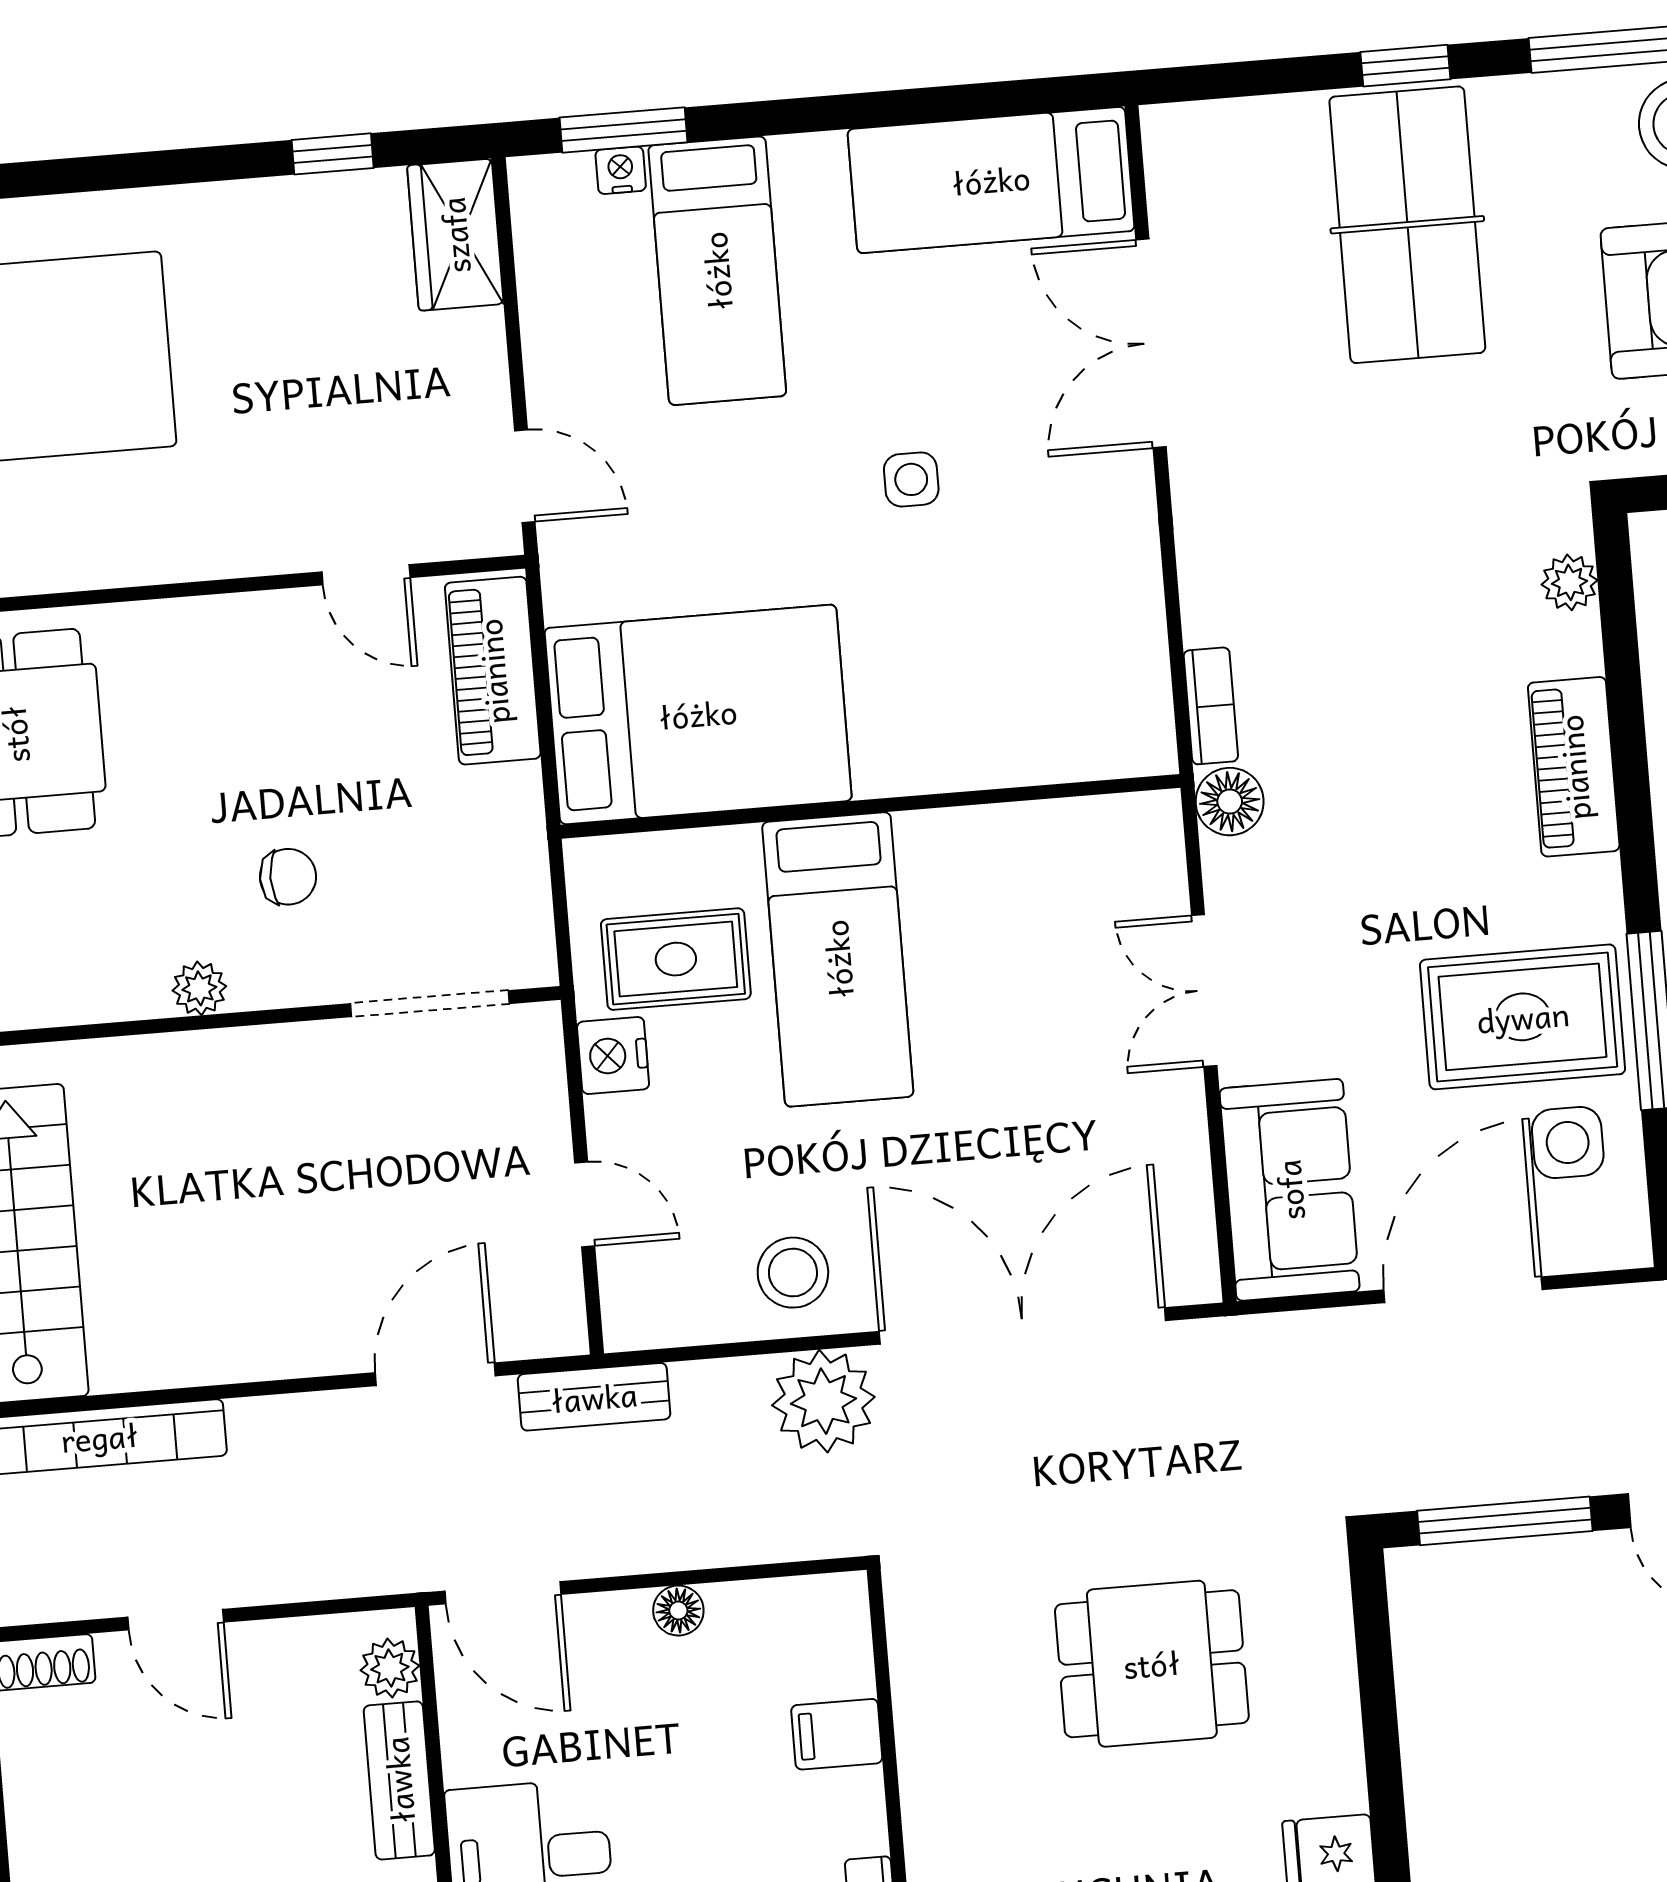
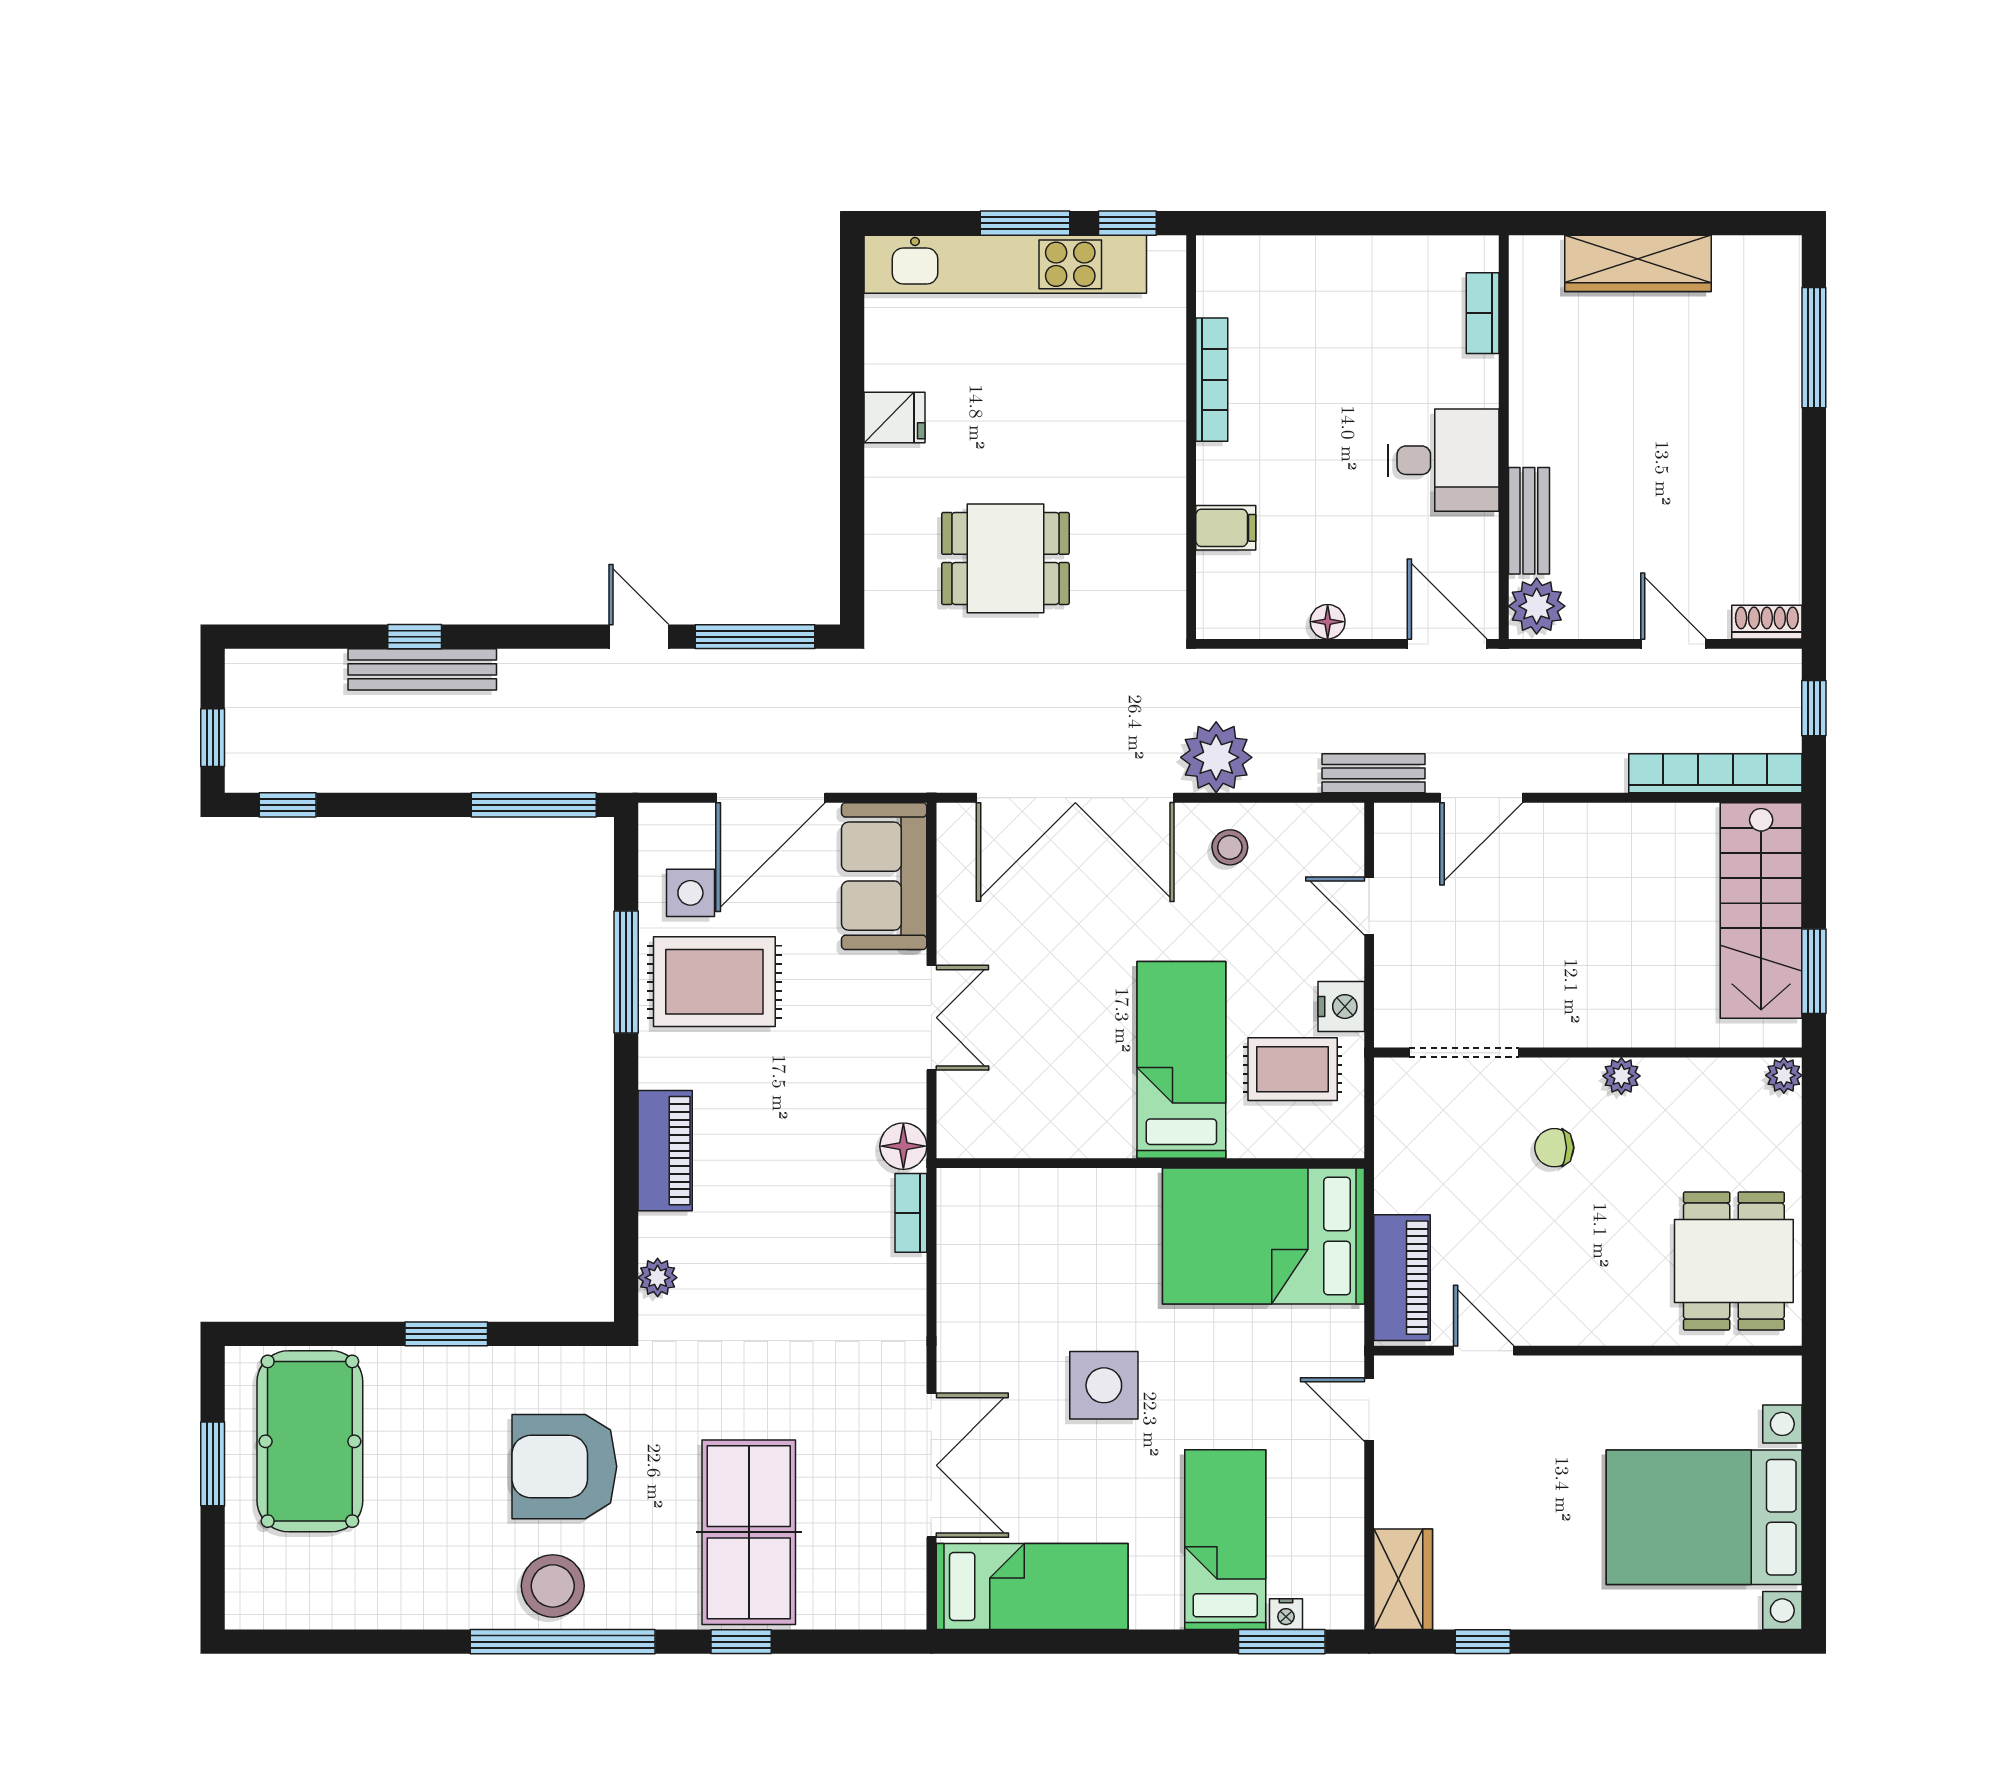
side table: (911, 479) -> (1104, 1385), width x1.87, depth x1.87
stool: (793, 1273) -> (1230, 847), width x0.73, depth x0.73
plant: (390, 1668) -> (1537, 606), width x1.38, depth x1.38

